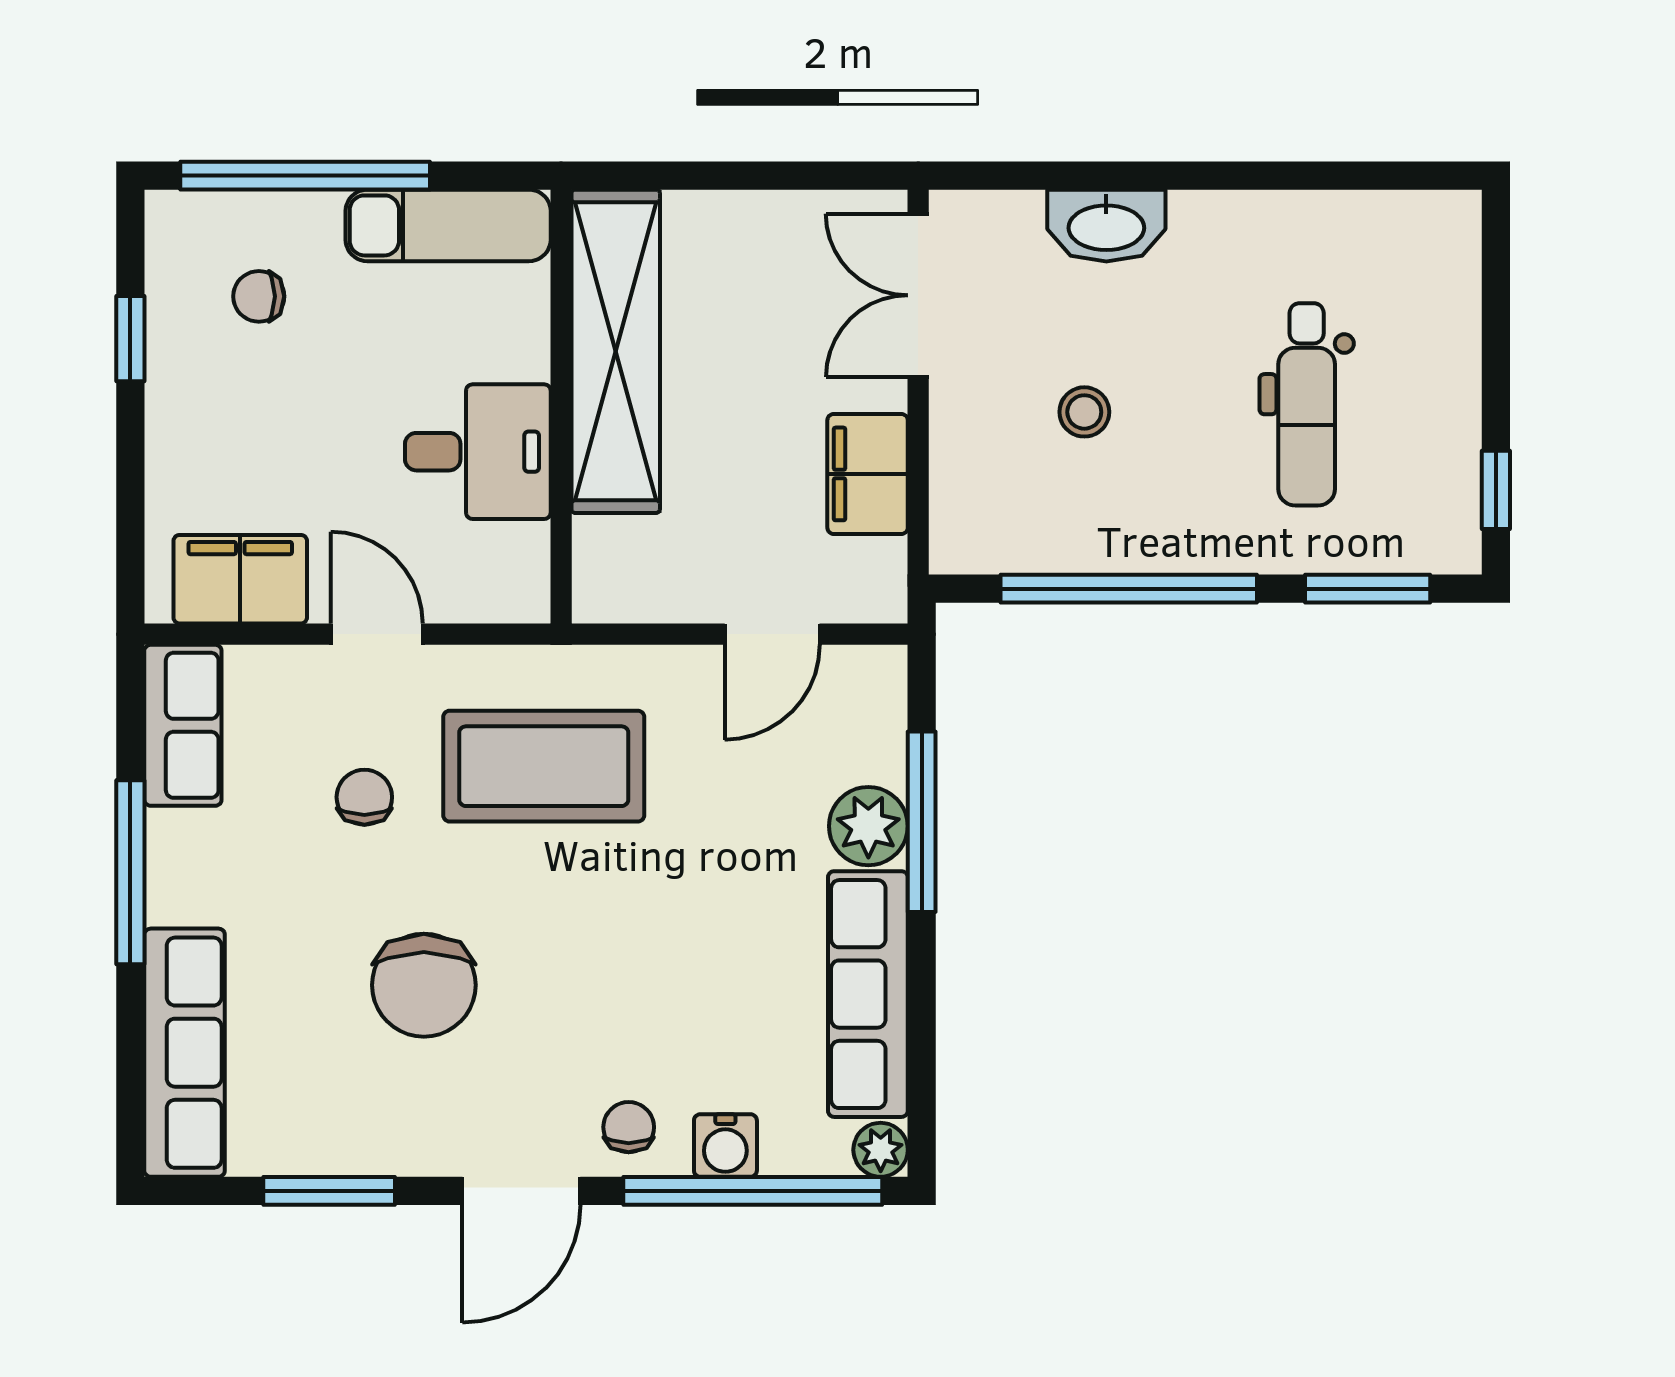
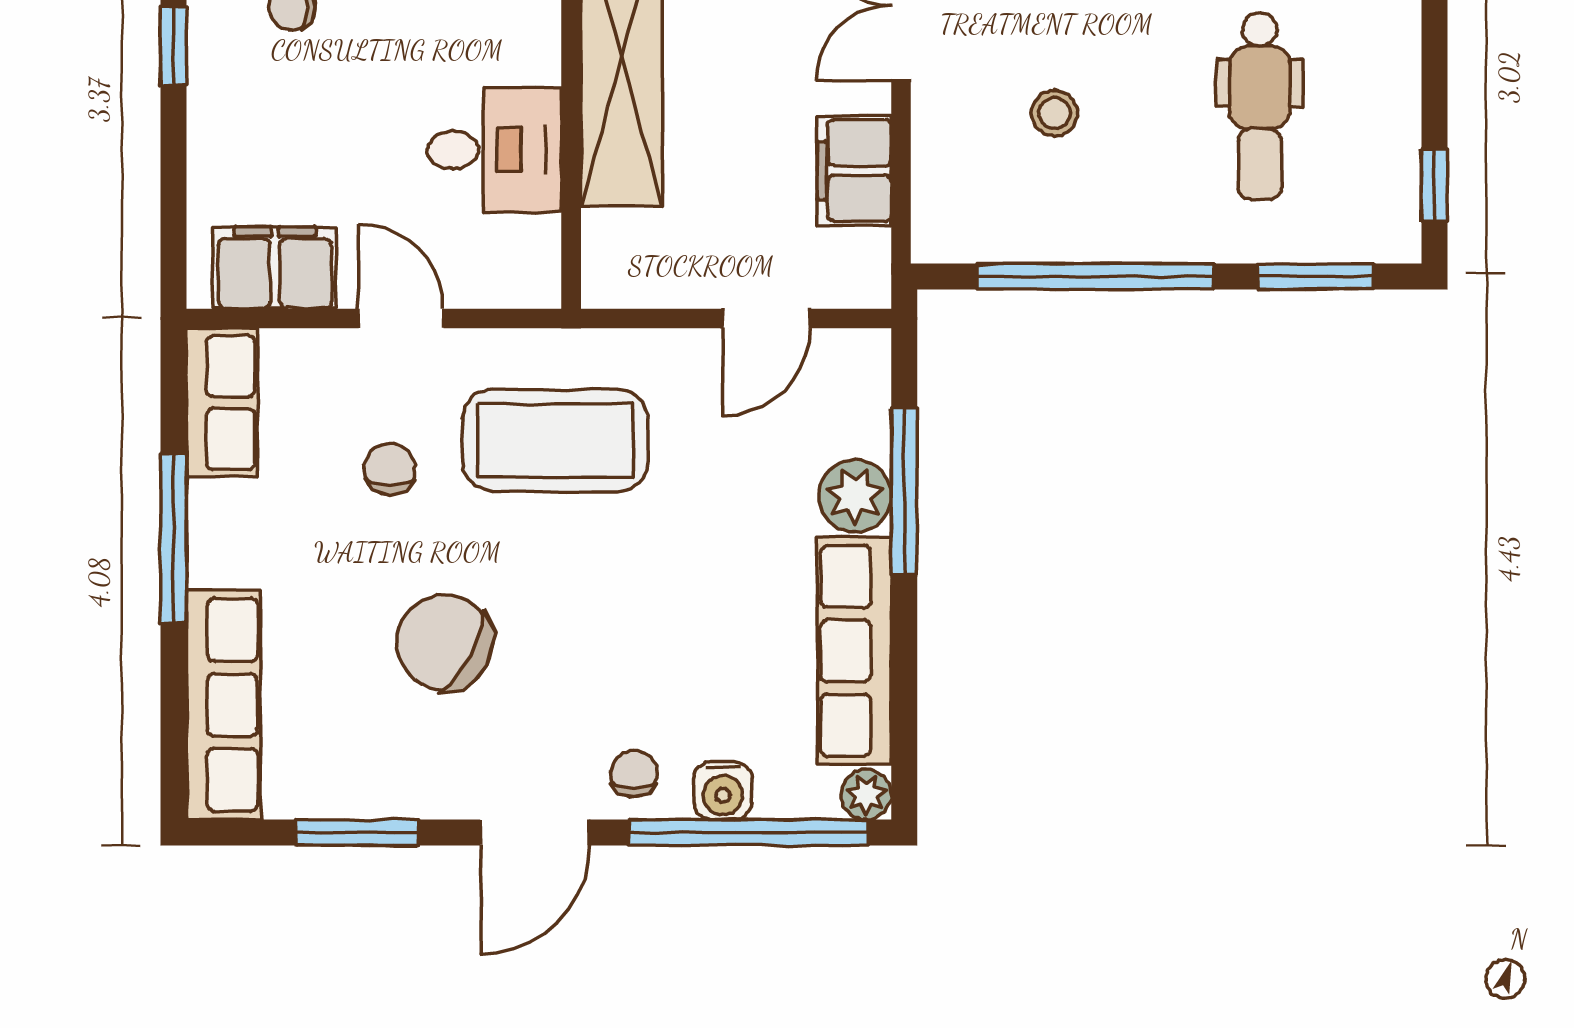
chair: (424, 985) -> (445, 643), turned 118

